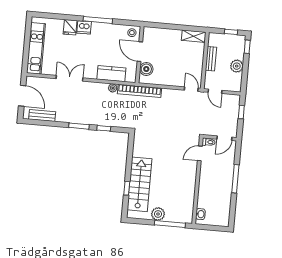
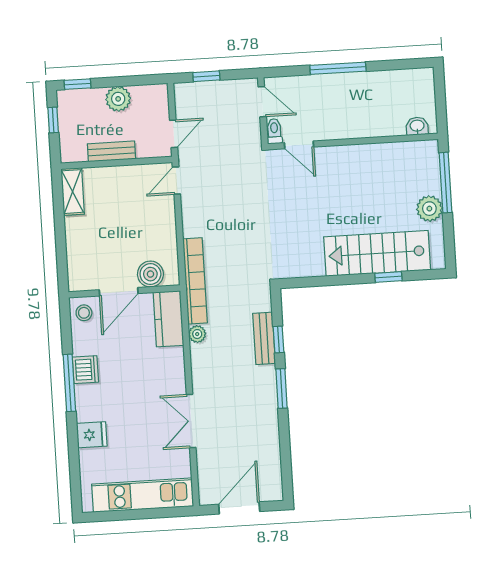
dishwasher: (84, 27) -> (85, 370), moved
kitchen counter: (111, 74) -> (168, 319), moved
bench: (42, 116) -> (264, 338), moved

